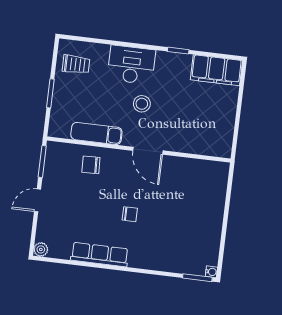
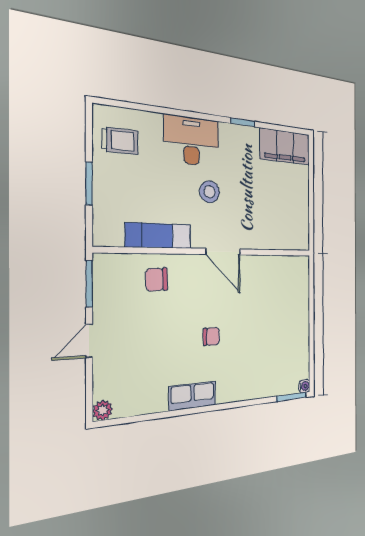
row of seats: (100, 255) -> (192, 396), width x0.68

